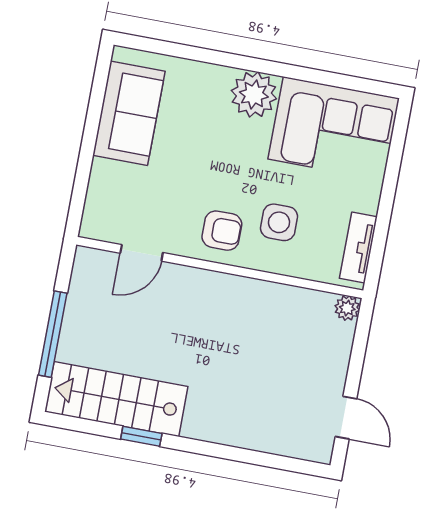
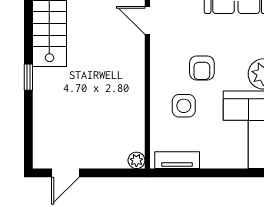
armchair: (222, 231) -> (202, 68), moved
window: (141, 436) -> (28, 77), moved

